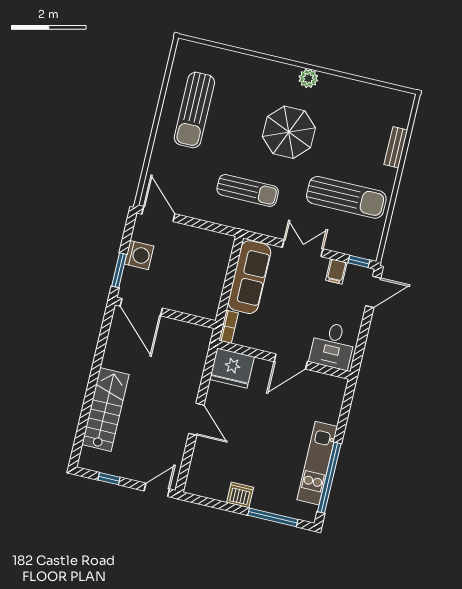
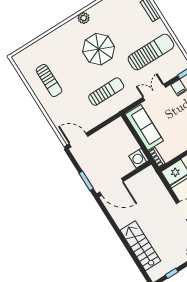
sun lounger: (194, 110) -> (49, 81), width x0.73, depth x0.75
washing machine: (139, 255) -> (139, 158), moved, turned 180

